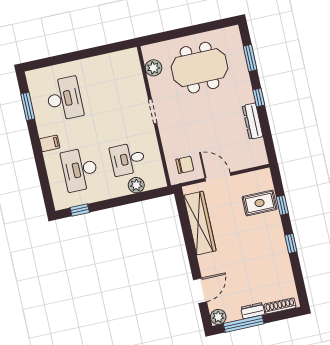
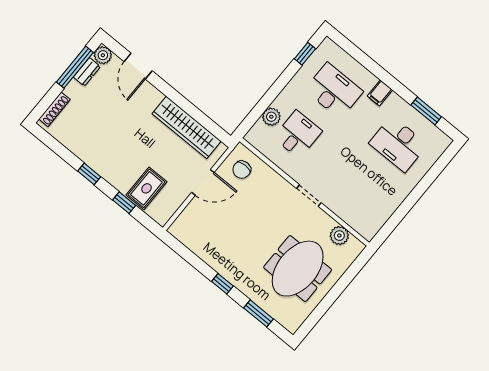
dresser: (253, 121) -> (211, 258), removed
dresser: (253, 311) -> (87, 72), moved

